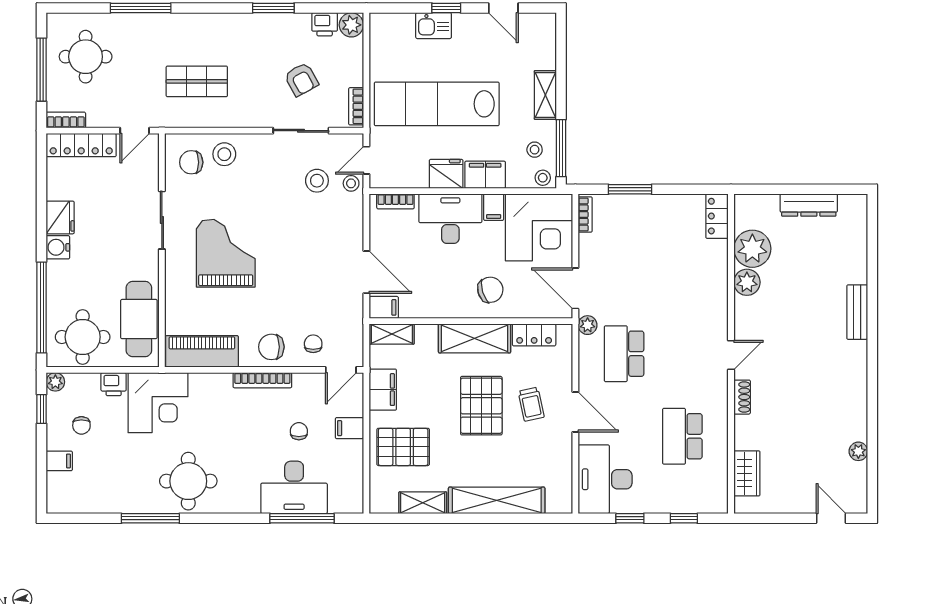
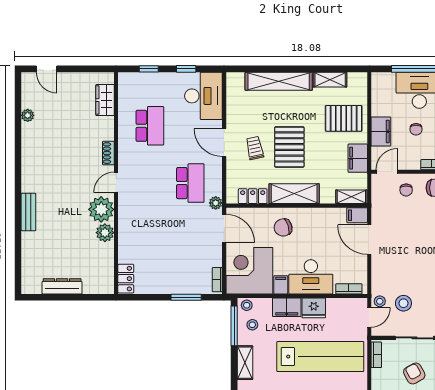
plant: (752, 249) -> (101, 209), moved
filing cabinet: (349, 428) -> (381, 131), width x2.00

